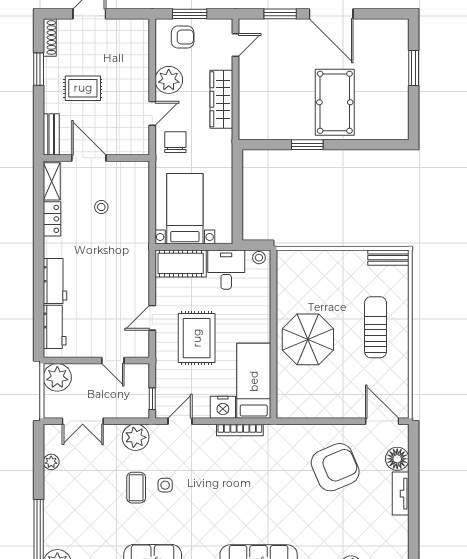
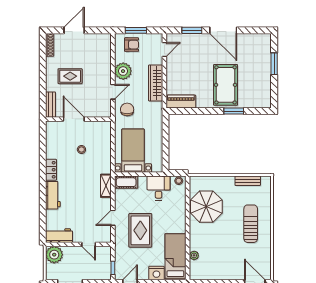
window: (39, 69) -> (43, 64), removed
piano: (263, 129) -> (181, 102), added
window: (307, 145) -> (234, 111), moved
shelving: (52, 181) -> (106, 186), moved
locker: (52, 219) -> (51, 170), moved
bench: (388, 258) -> (248, 181), moved
cot: (181, 263) -> (126, 182), width x0.73, depth x0.75
workbench: (55, 327) -> (59, 236), moved, turned -90
parasol: (308, 339) -> (206, 207), moved
plant: (284, 379) -> (194, 255), added

